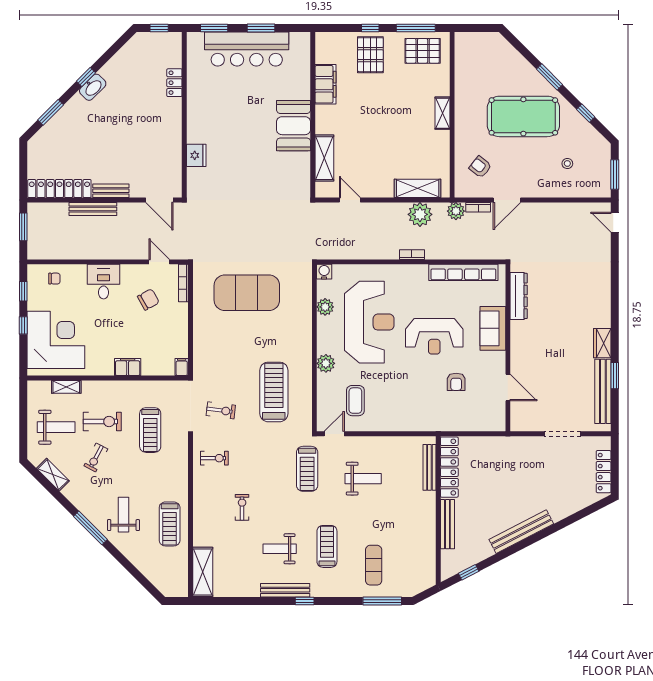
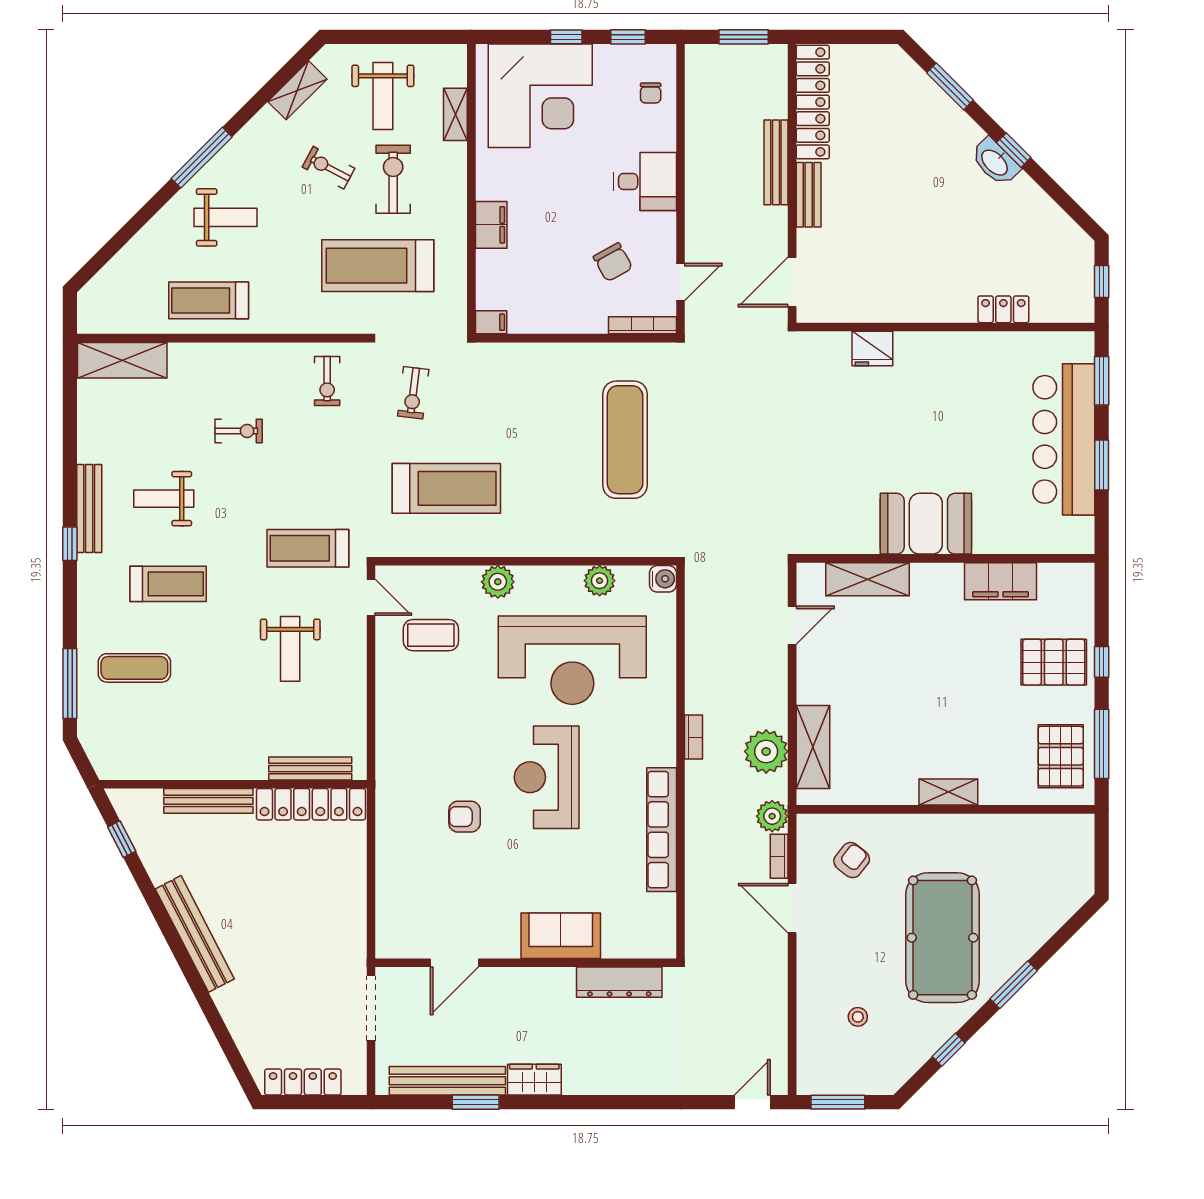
exercise mat: (247, 293) -> (625, 440), width x0.68
dresser: (519, 296) -> (619, 982), moved
sofa: (493, 328) -> (561, 936), moved
wall: (508, 348) -> (526, 963), moved
door: (508, 388) -> (454, 963), moved
exercise bike: (102, 422) -> (393, 179), turned 180
treadmill: (150, 430) -> (378, 266), width x1.37, depth x1.38
weight bench: (280, 549) -> (164, 499), turned -90

